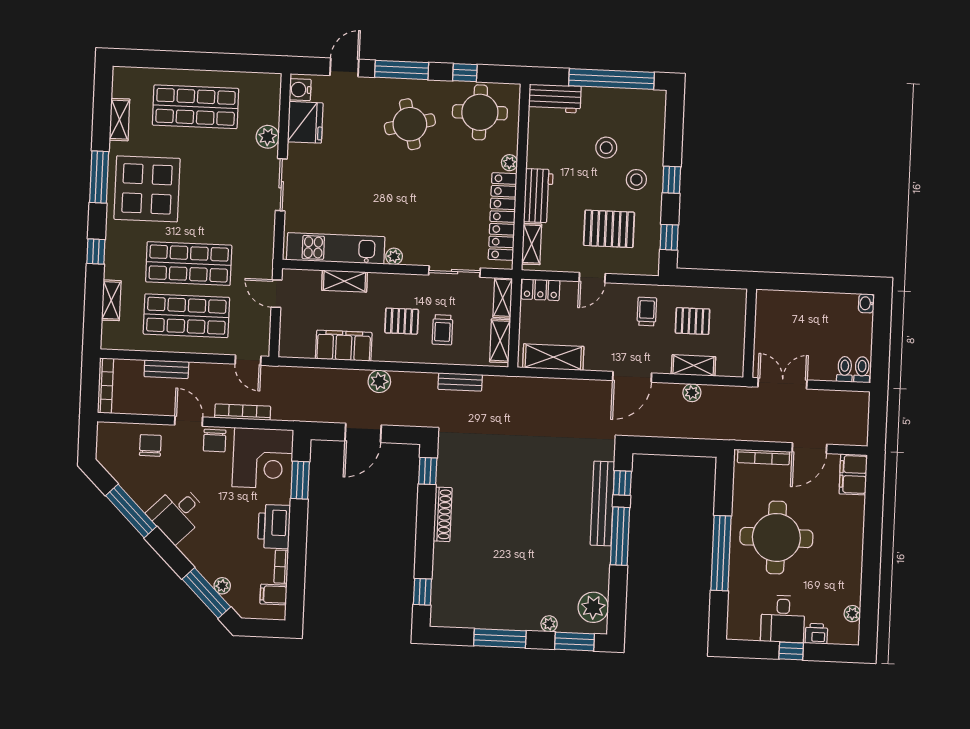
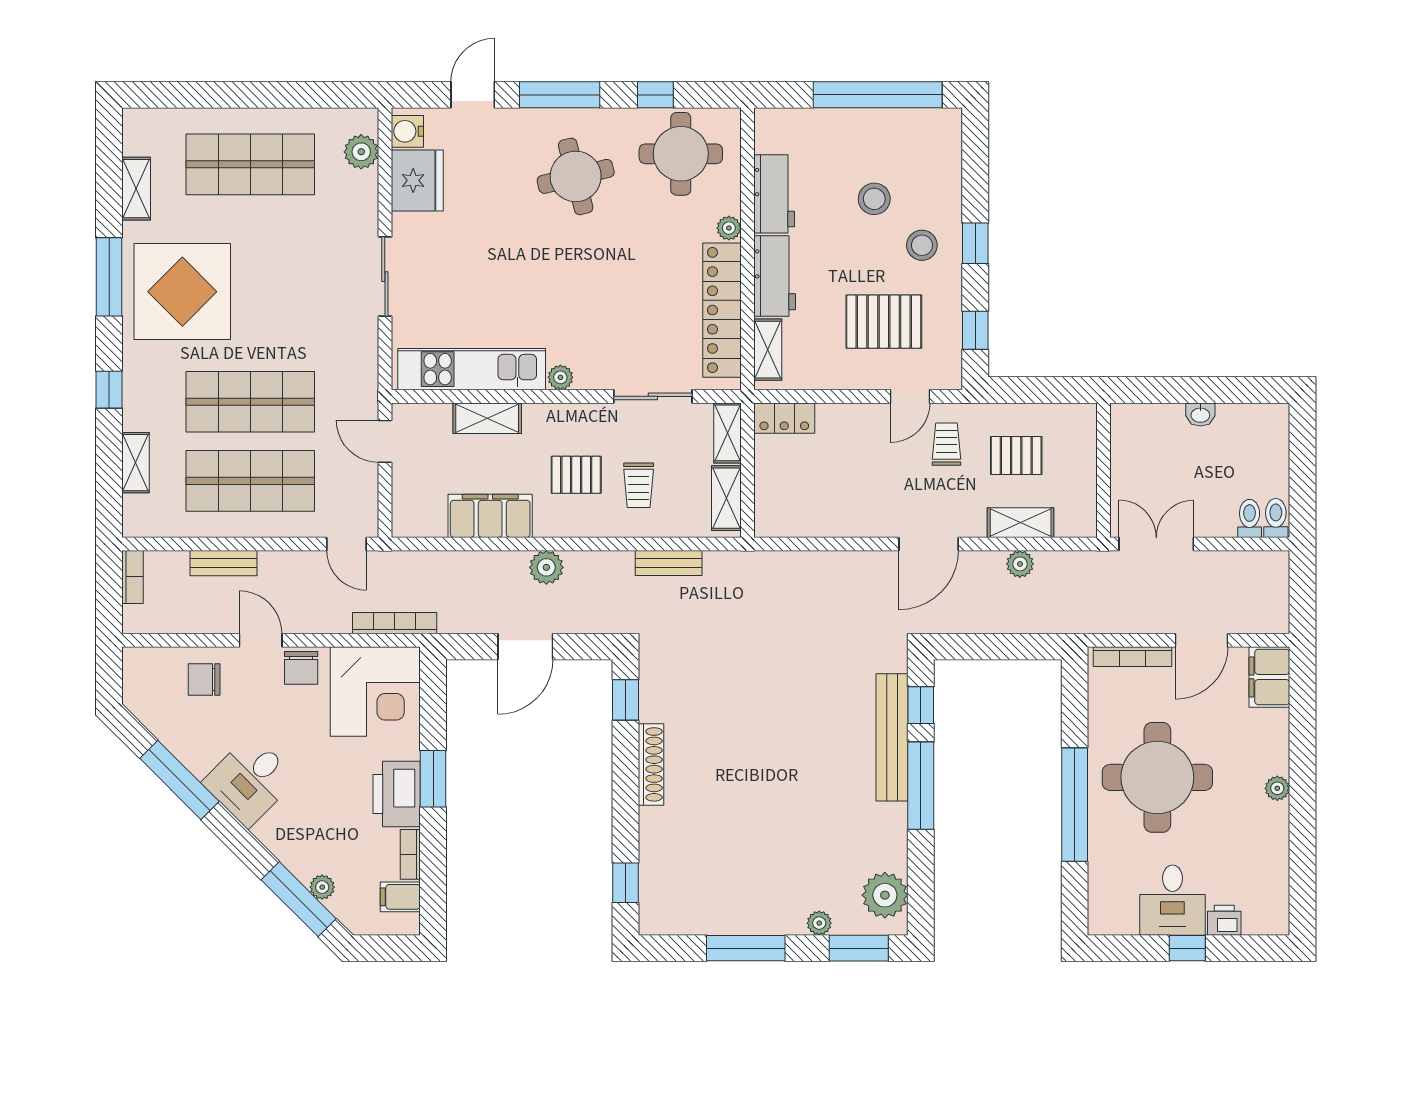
workbench: (555, 98) -> (774, 194), moved, turned -90
plant: (268, 137) -> (361, 152), moved
door: (592, 278) -> (910, 396), moved
washbasin: (866, 303) -> (1200, 414), moved, turned -90
shelving: (553, 357) -> (808, 519), removed
bookcase: (106, 386) -> (133, 577), width x0.64
bookcase: (243, 412) -> (395, 623), moved
chair: (150, 445) -> (204, 680), turned -90
window: (300, 480) -> (433, 779), moved
plant: (852, 614) -> (1277, 788), moved

